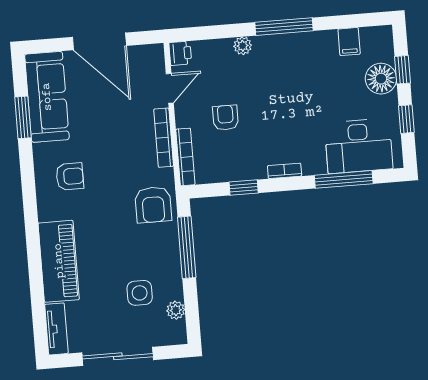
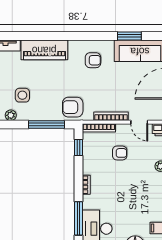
armchair: (70, 176) -> (93, 60), turned -90
window: (244, 188) -> (78, 148), moved

